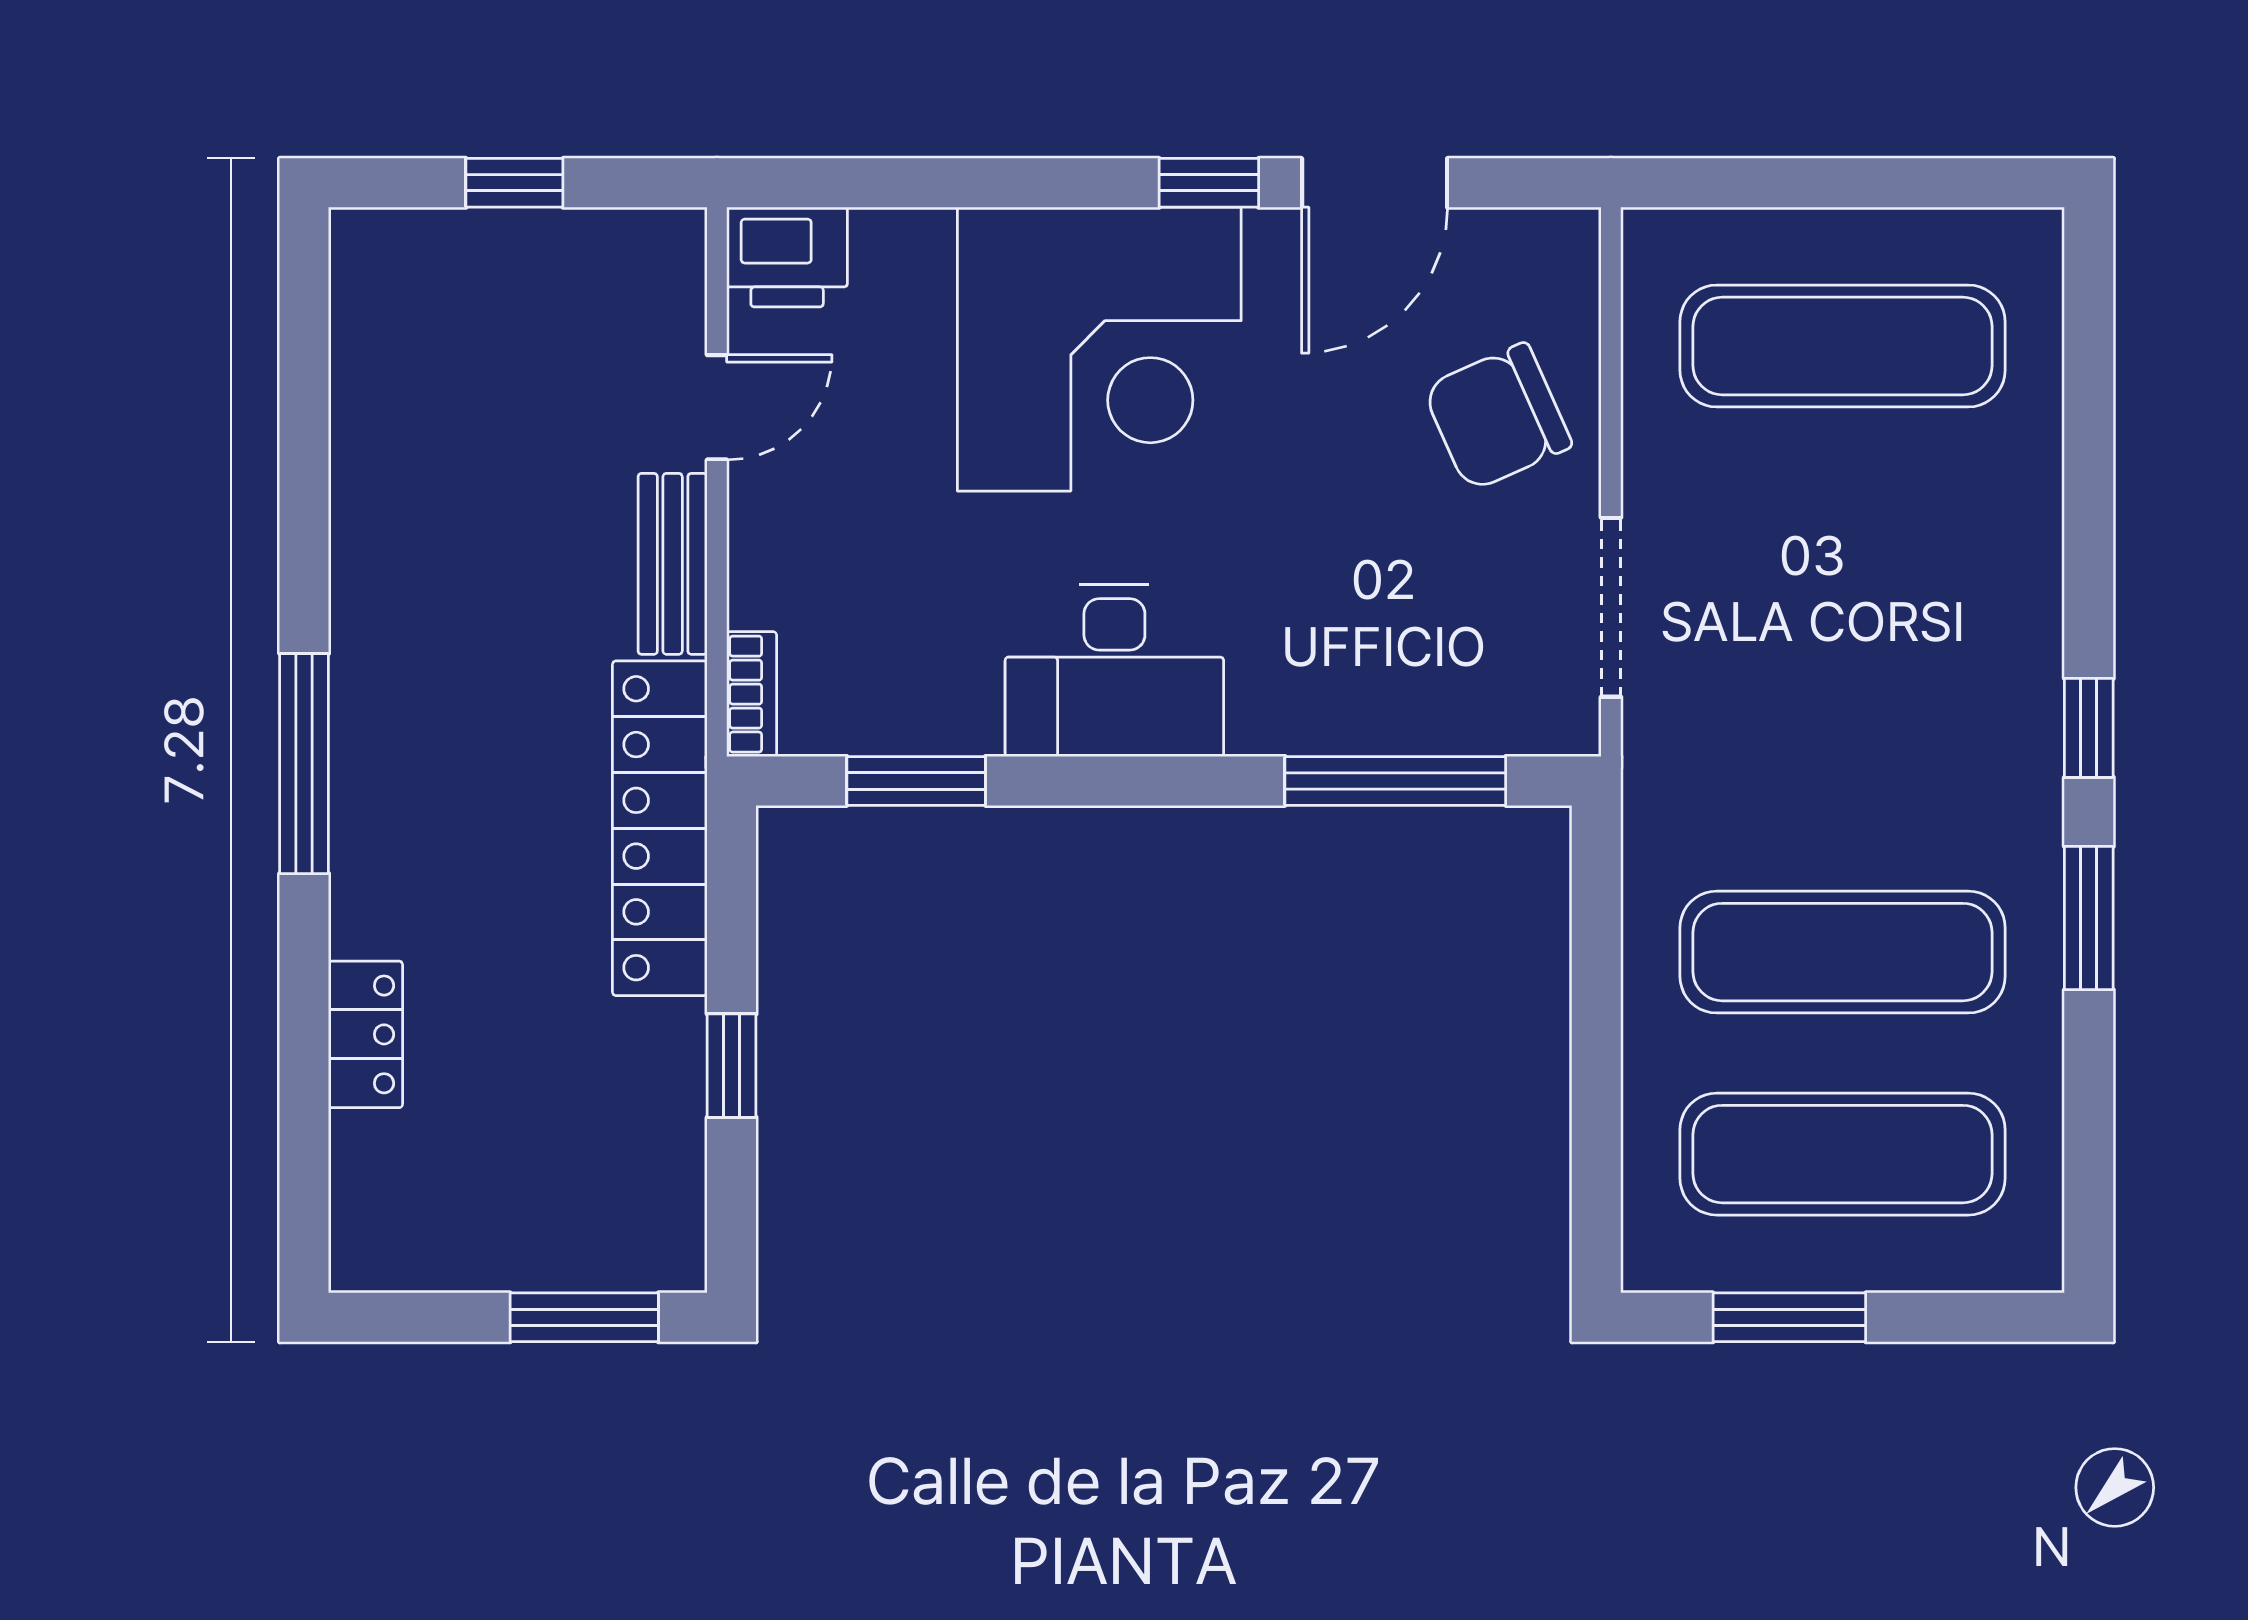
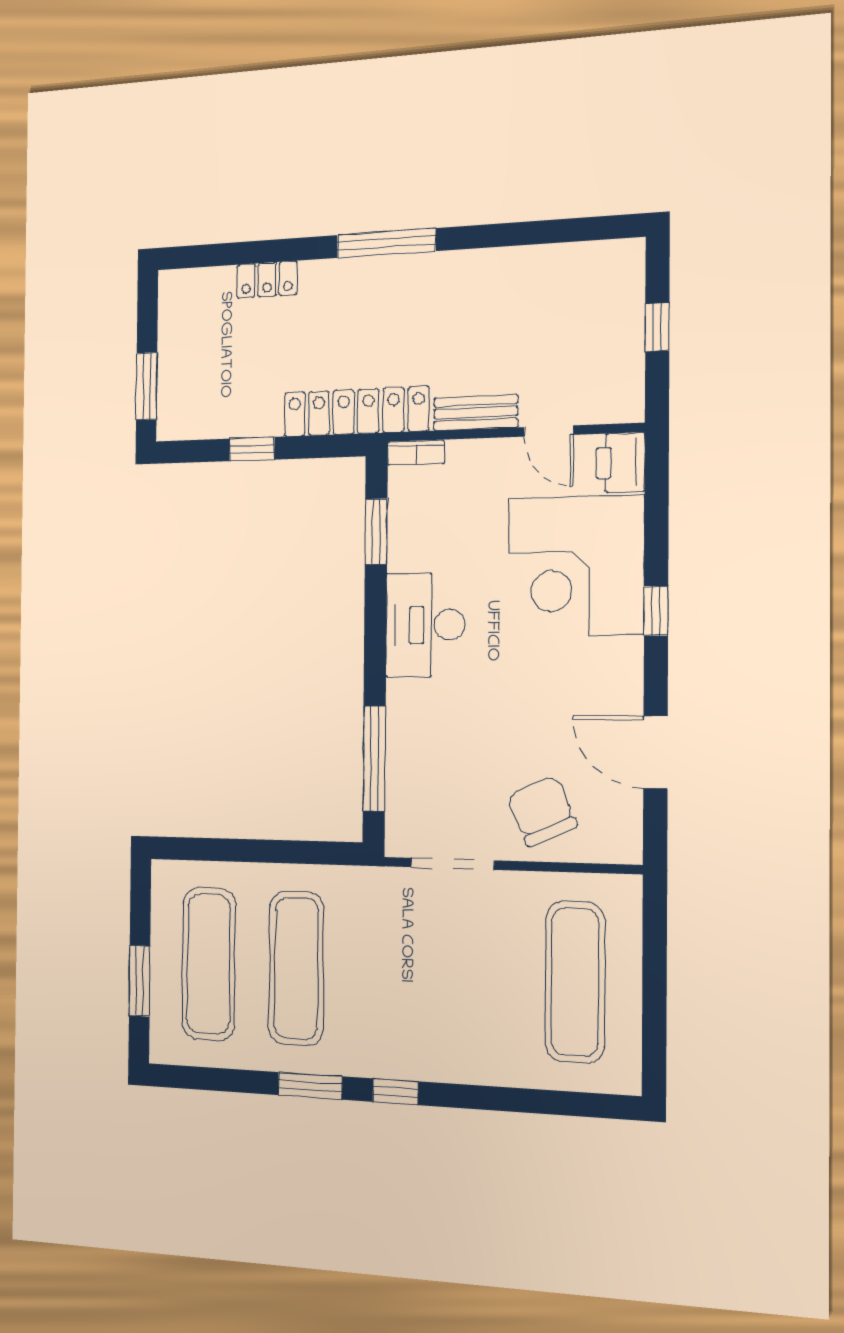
window: (1209, 183) -> (656, 611), moved
corner desk: (1099, 349) -> (576, 566), moved
window: (1789, 1317) -> (140, 981), moved

